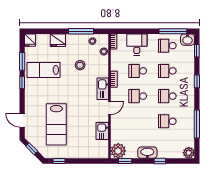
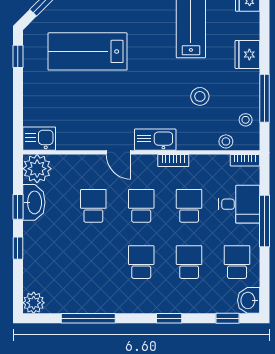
window: (173, 31) -> (264, 221), moved
school desk: (167, 121) -> (93, 206), moved
kitchen sink: (102, 131) -> (39, 139), moved
washbasin: (147, 153) -> (34, 202), moved
window: (125, 161) -> (18, 207), moved

